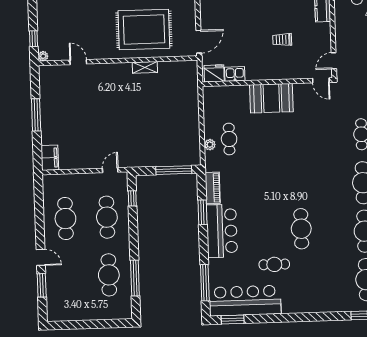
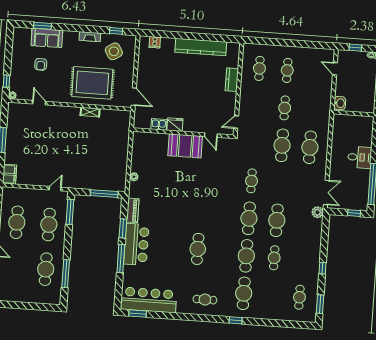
armchair: (75, 13) -> (41, 64), added
trolley: (282, 40) -> (198, 102), removed
door: (199, 42) -> (134, 97), hinge flipped
fridge: (214, 73) -> (175, 125), moved
door: (321, 80) -> (211, 135), moved
cafe table: (229, 139) -> (149, 174), removed
window: (132, 198) -> (70, 212), width x2.17
cafe table: (274, 264) -> (205, 300), moved
window: (205, 283) -> (121, 259), moved

